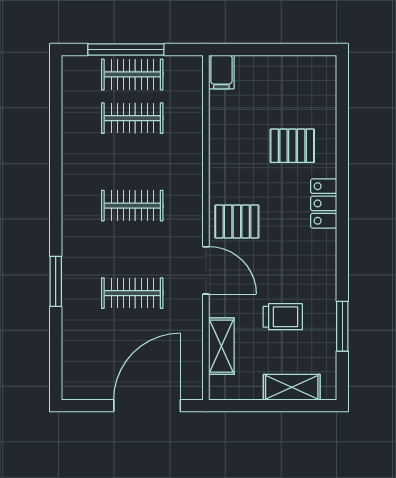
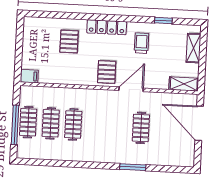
locker: (324, 203) -> (107, 27), width x1.53
clothes rail: (132, 206) -> (73, 124), moved
trolley: (283, 317) -> (142, 43), moved
window: (342, 326) -> (163, 20), width x0.67
shelving: (221, 346) -> (184, 84), moved

